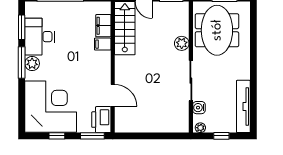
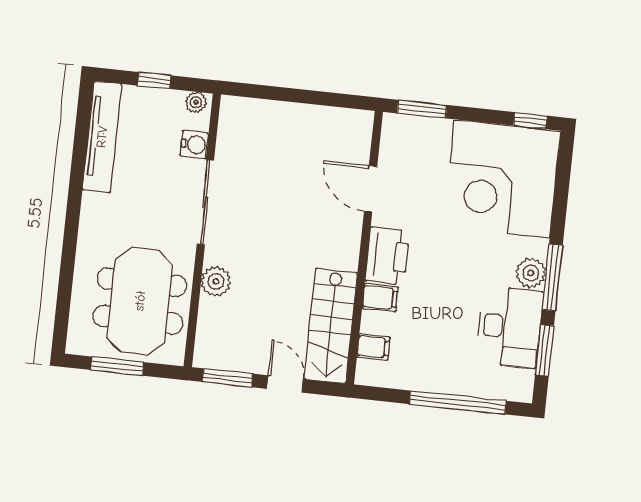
filing cabinet: (103, 26) -> (373, 347), width x0.50
printer: (101, 120) -> (387, 256), moved
window: (57, 136) -> (530, 121), moved

